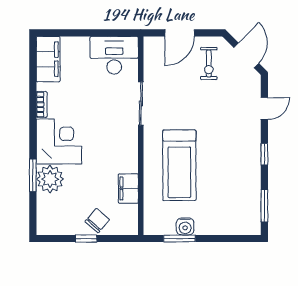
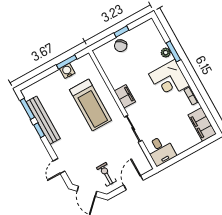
desk: (114, 55) -> (161, 150), width x0.73
window: (264, 154) -> (39, 130), moved
treadmill: (179, 165) -> (90, 105), turned 180
plant: (50, 179) -> (166, 53), width x0.53, depth x0.53
bench: (252, 180) -> (43, 120), added
filing cabinet: (128, 188) -> (125, 96), moved

